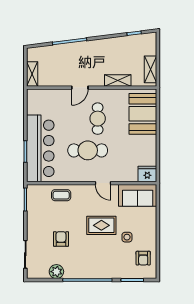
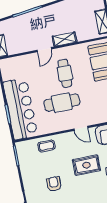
shelving: (118, 81) -> (65, 39), moved

